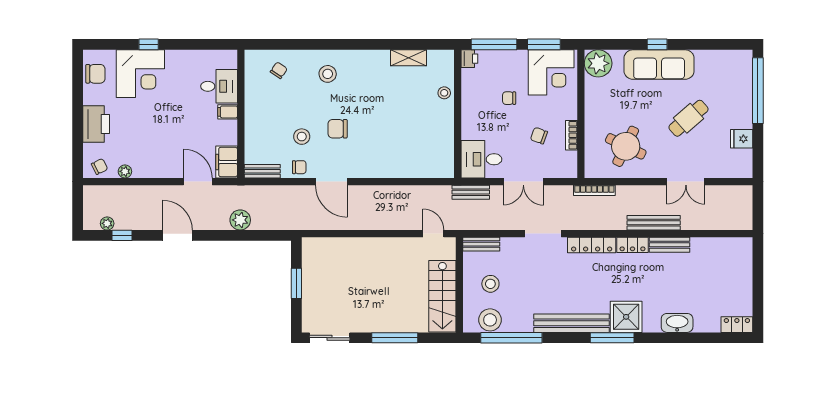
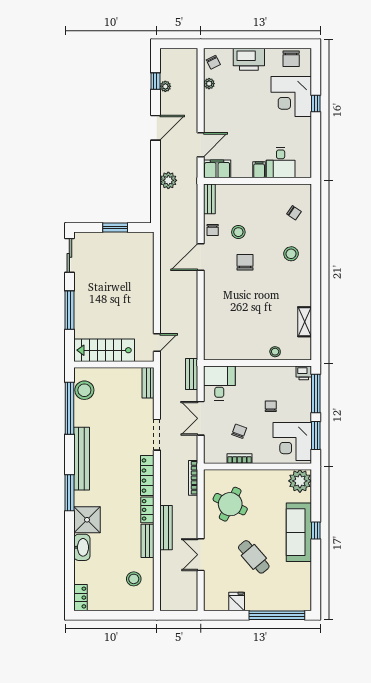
plant: (107, 223) -> (165, 86), moved
stool: (490, 284) -> (134, 579), moved
shower: (626, 317) -> (87, 520), moved

